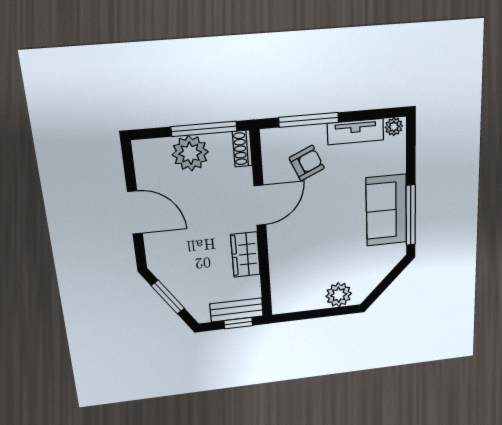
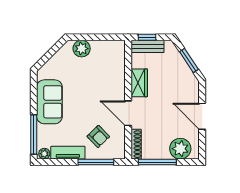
shoe rack: (242, 149) -> (136, 144), width x1.43
plant: (190, 153) -> (180, 149), moved
armchair: (307, 163) -> (98, 136), turned -110
door: (260, 205) -> (128, 113), hinge flipped
window: (411, 215) -> (34, 134), moved

